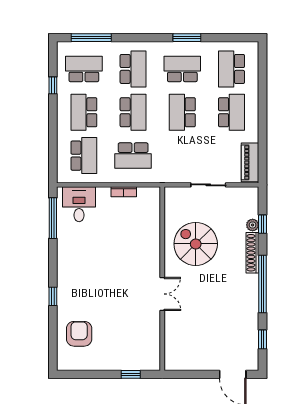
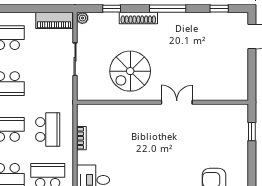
plant: (253, 225) -> (82, 18), moved
window: (263, 284) -> (168, 9), width x0.68

